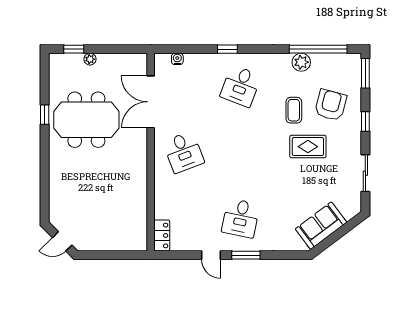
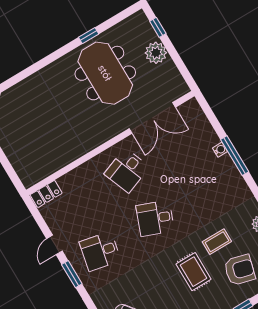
window: (227, 49) -> (235, 156), width x2.17
plant: (90, 59) -> (156, 53), width x1.88, depth x1.88
water cooler: (177, 59) -> (220, 150), moved
desk: (241, 86) -> (155, 218), moved
double door: (151, 102) -> (152, 118), swing flipped

